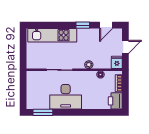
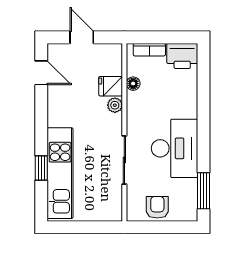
window: (83, 25) -> (41, 168), moved
fridge: (117, 62) -> (111, 86), moved
armchair: (34, 88) -> (157, 207), added

